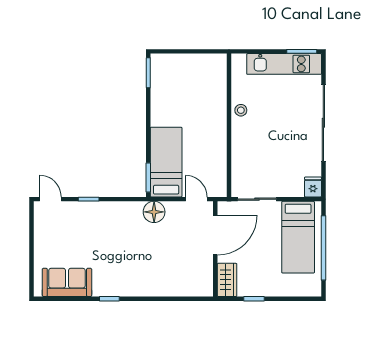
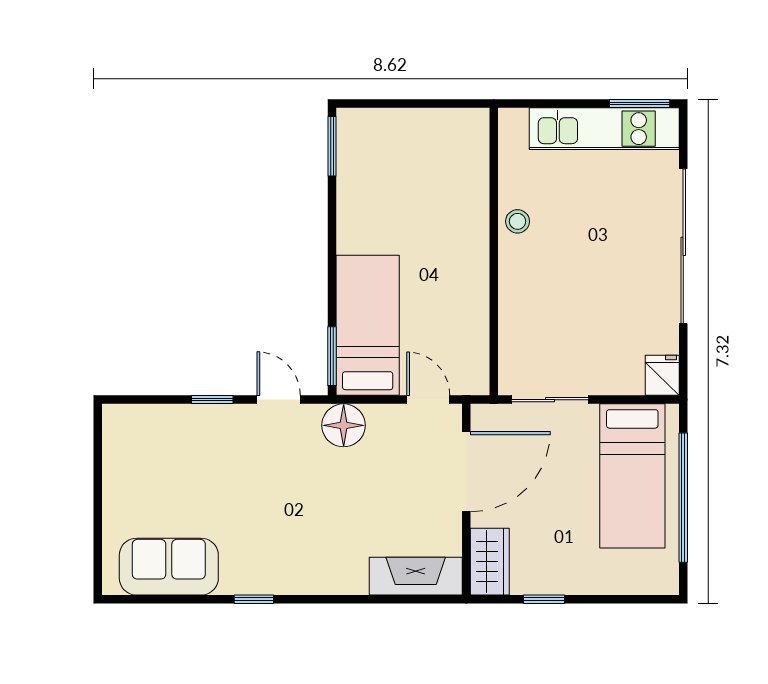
door: (50, 199) -> (279, 400), moved
fireplace: (190, 287) -> (416, 576), added

